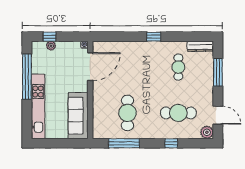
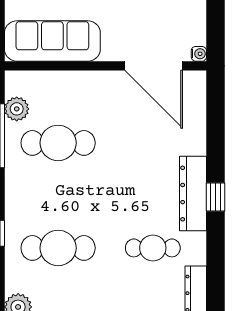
dresser: (152, 48) -> (193, 194), added
cafe table: (178, 113) -> (58, 248), turned 90
plant: (111, 133) -> (17, 109), added

